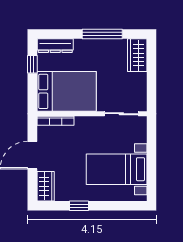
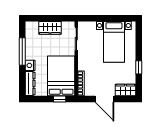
nightstand: (82, 46) -> (30, 65), added
wardrobe: (137, 55) -> (50, 28), moved
window: (32, 64) -> (60, 99), moved

